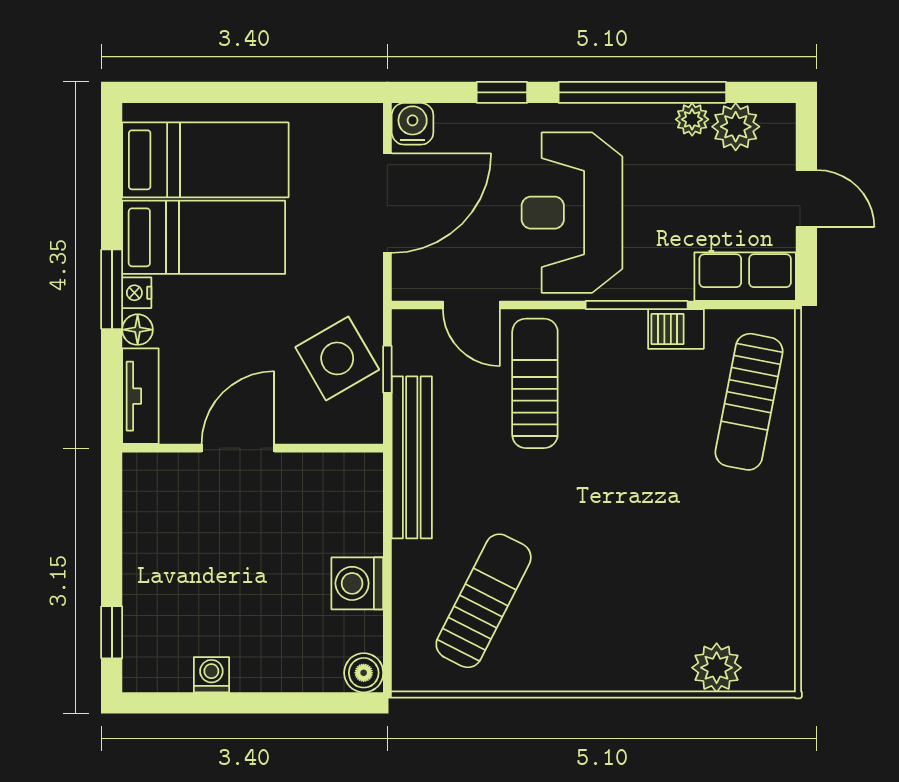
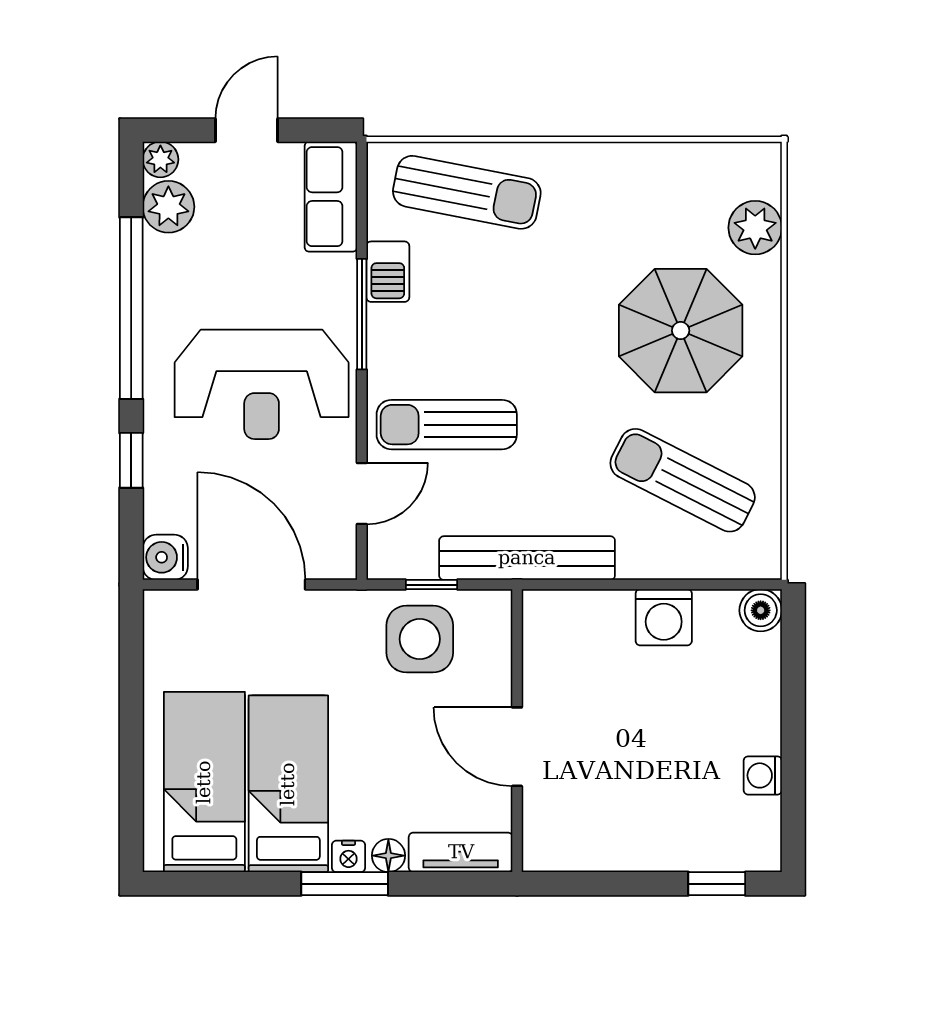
plant: (692, 119) -> (160, 159), moved
side table: (337, 358) -> (420, 639), turned 30
parasol: (622, 599) -> (681, 331), added

